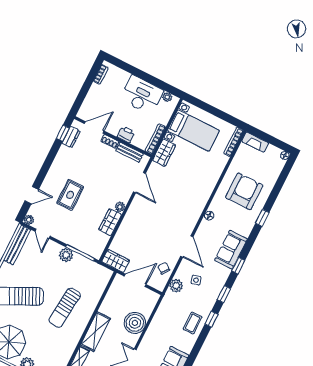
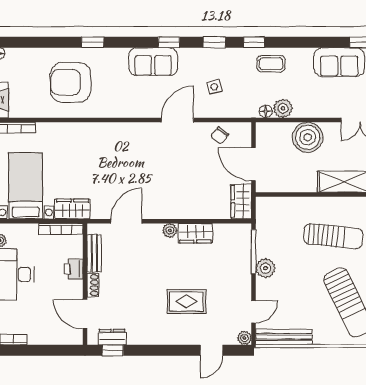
door: (32, 195) -> (211, 350), swing flipped
floor lamp: (209, 216) -> (266, 111), moved
plant: (176, 286) -> (283, 108), moved

